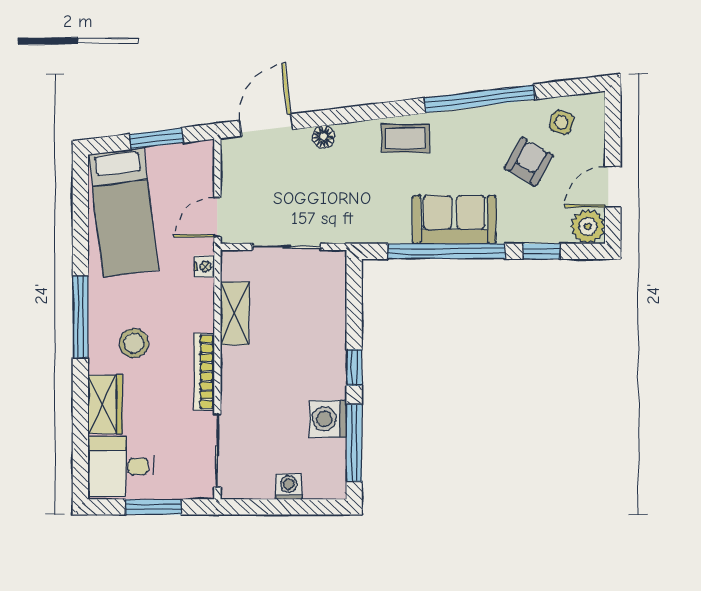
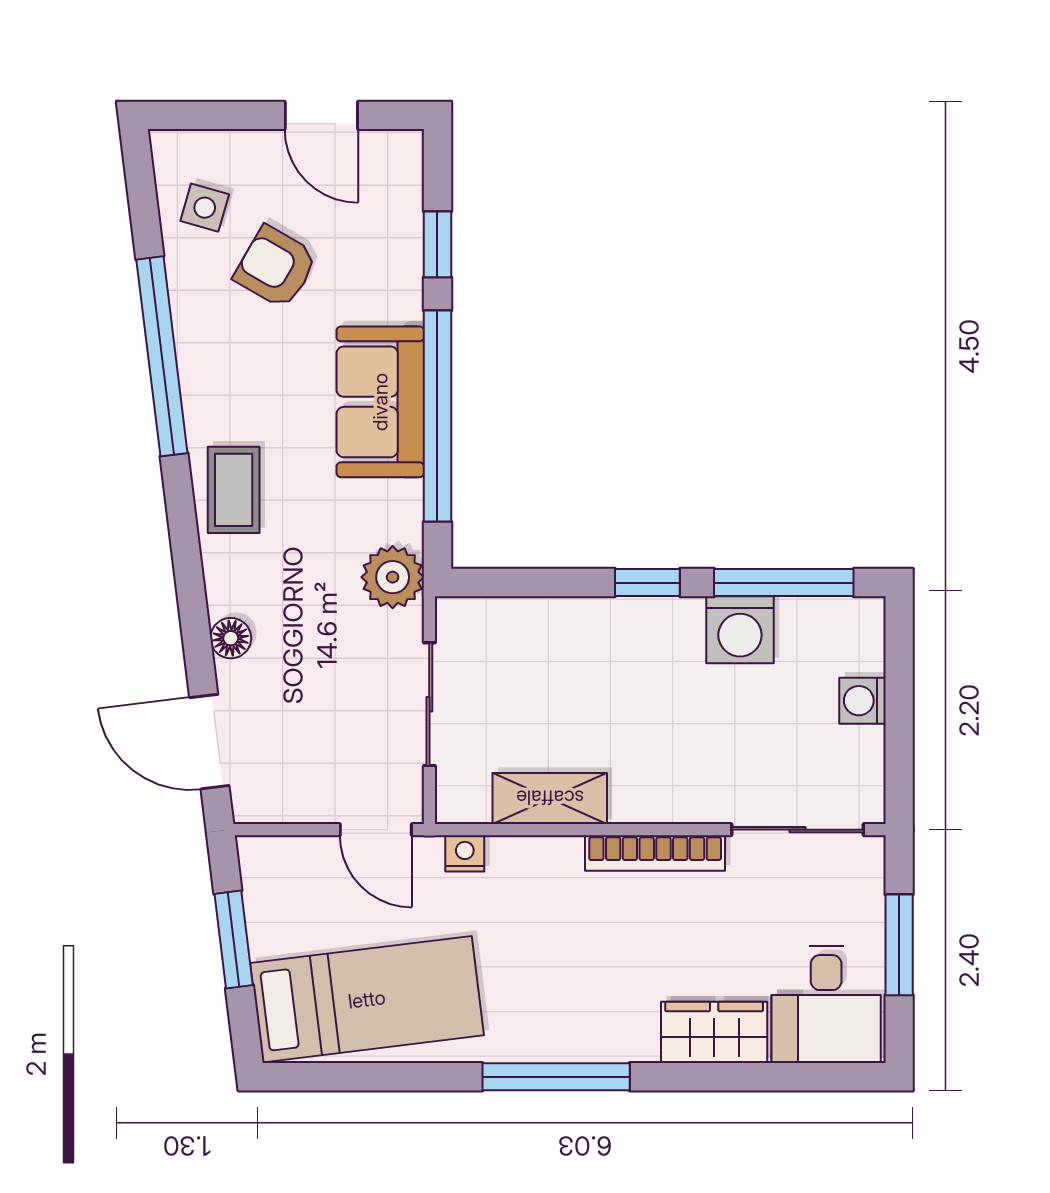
plant: (588, 226) -> (393, 577), moved
stool: (134, 343) -> (603, 980), removed

